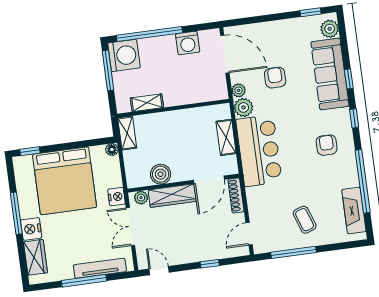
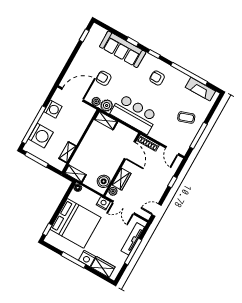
plant: (330, 29) -> (100, 32), removed
washing machine: (124, 55) -> (41, 136), moved, turned 90
shelving: (226, 137) -> (106, 121), moved
boiler: (161, 174) -> (104, 181), moved
wardrobe: (172, 196) -> (121, 179), width x0.67

